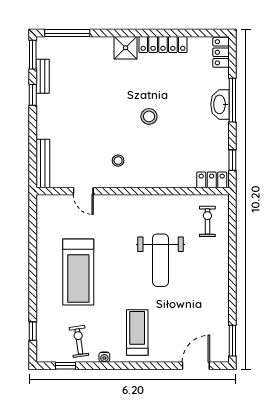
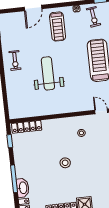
washbasin: (220, 104) -> (23, 188), moved
locker: (212, 180) -> (27, 127), width x1.53
exercise bike: (207, 221) -> (15, 60), moved
door: (196, 366) -> (33, 8), moved

